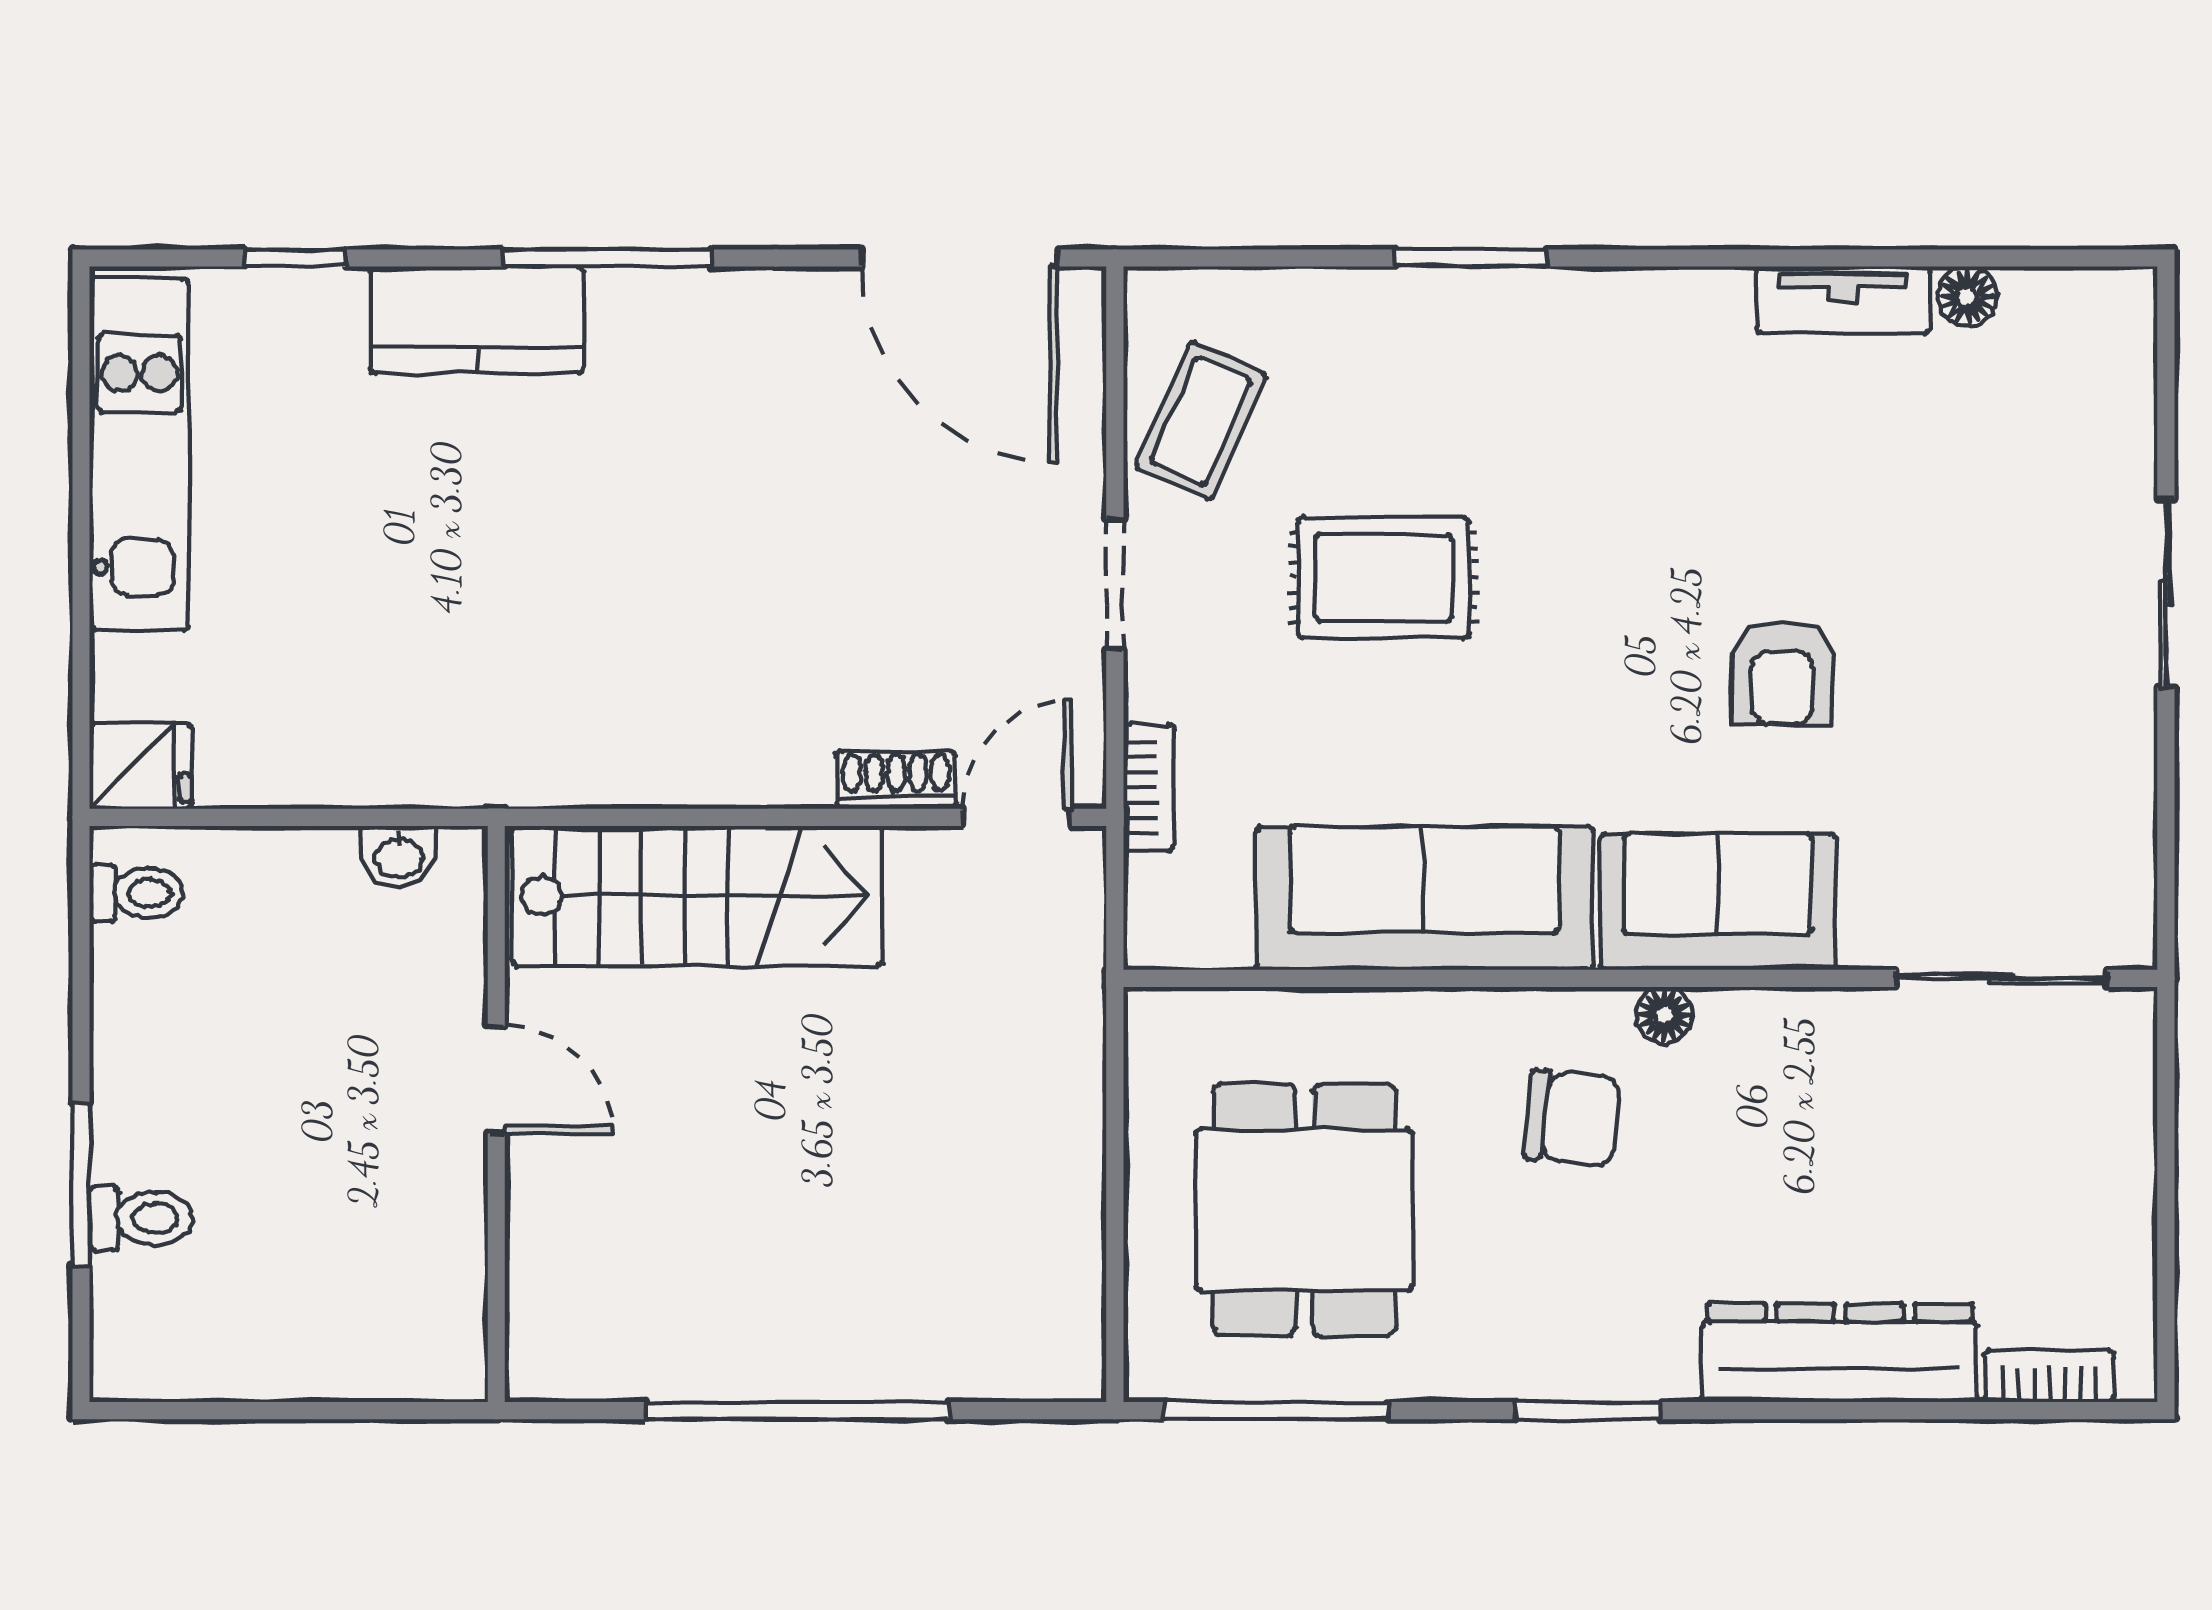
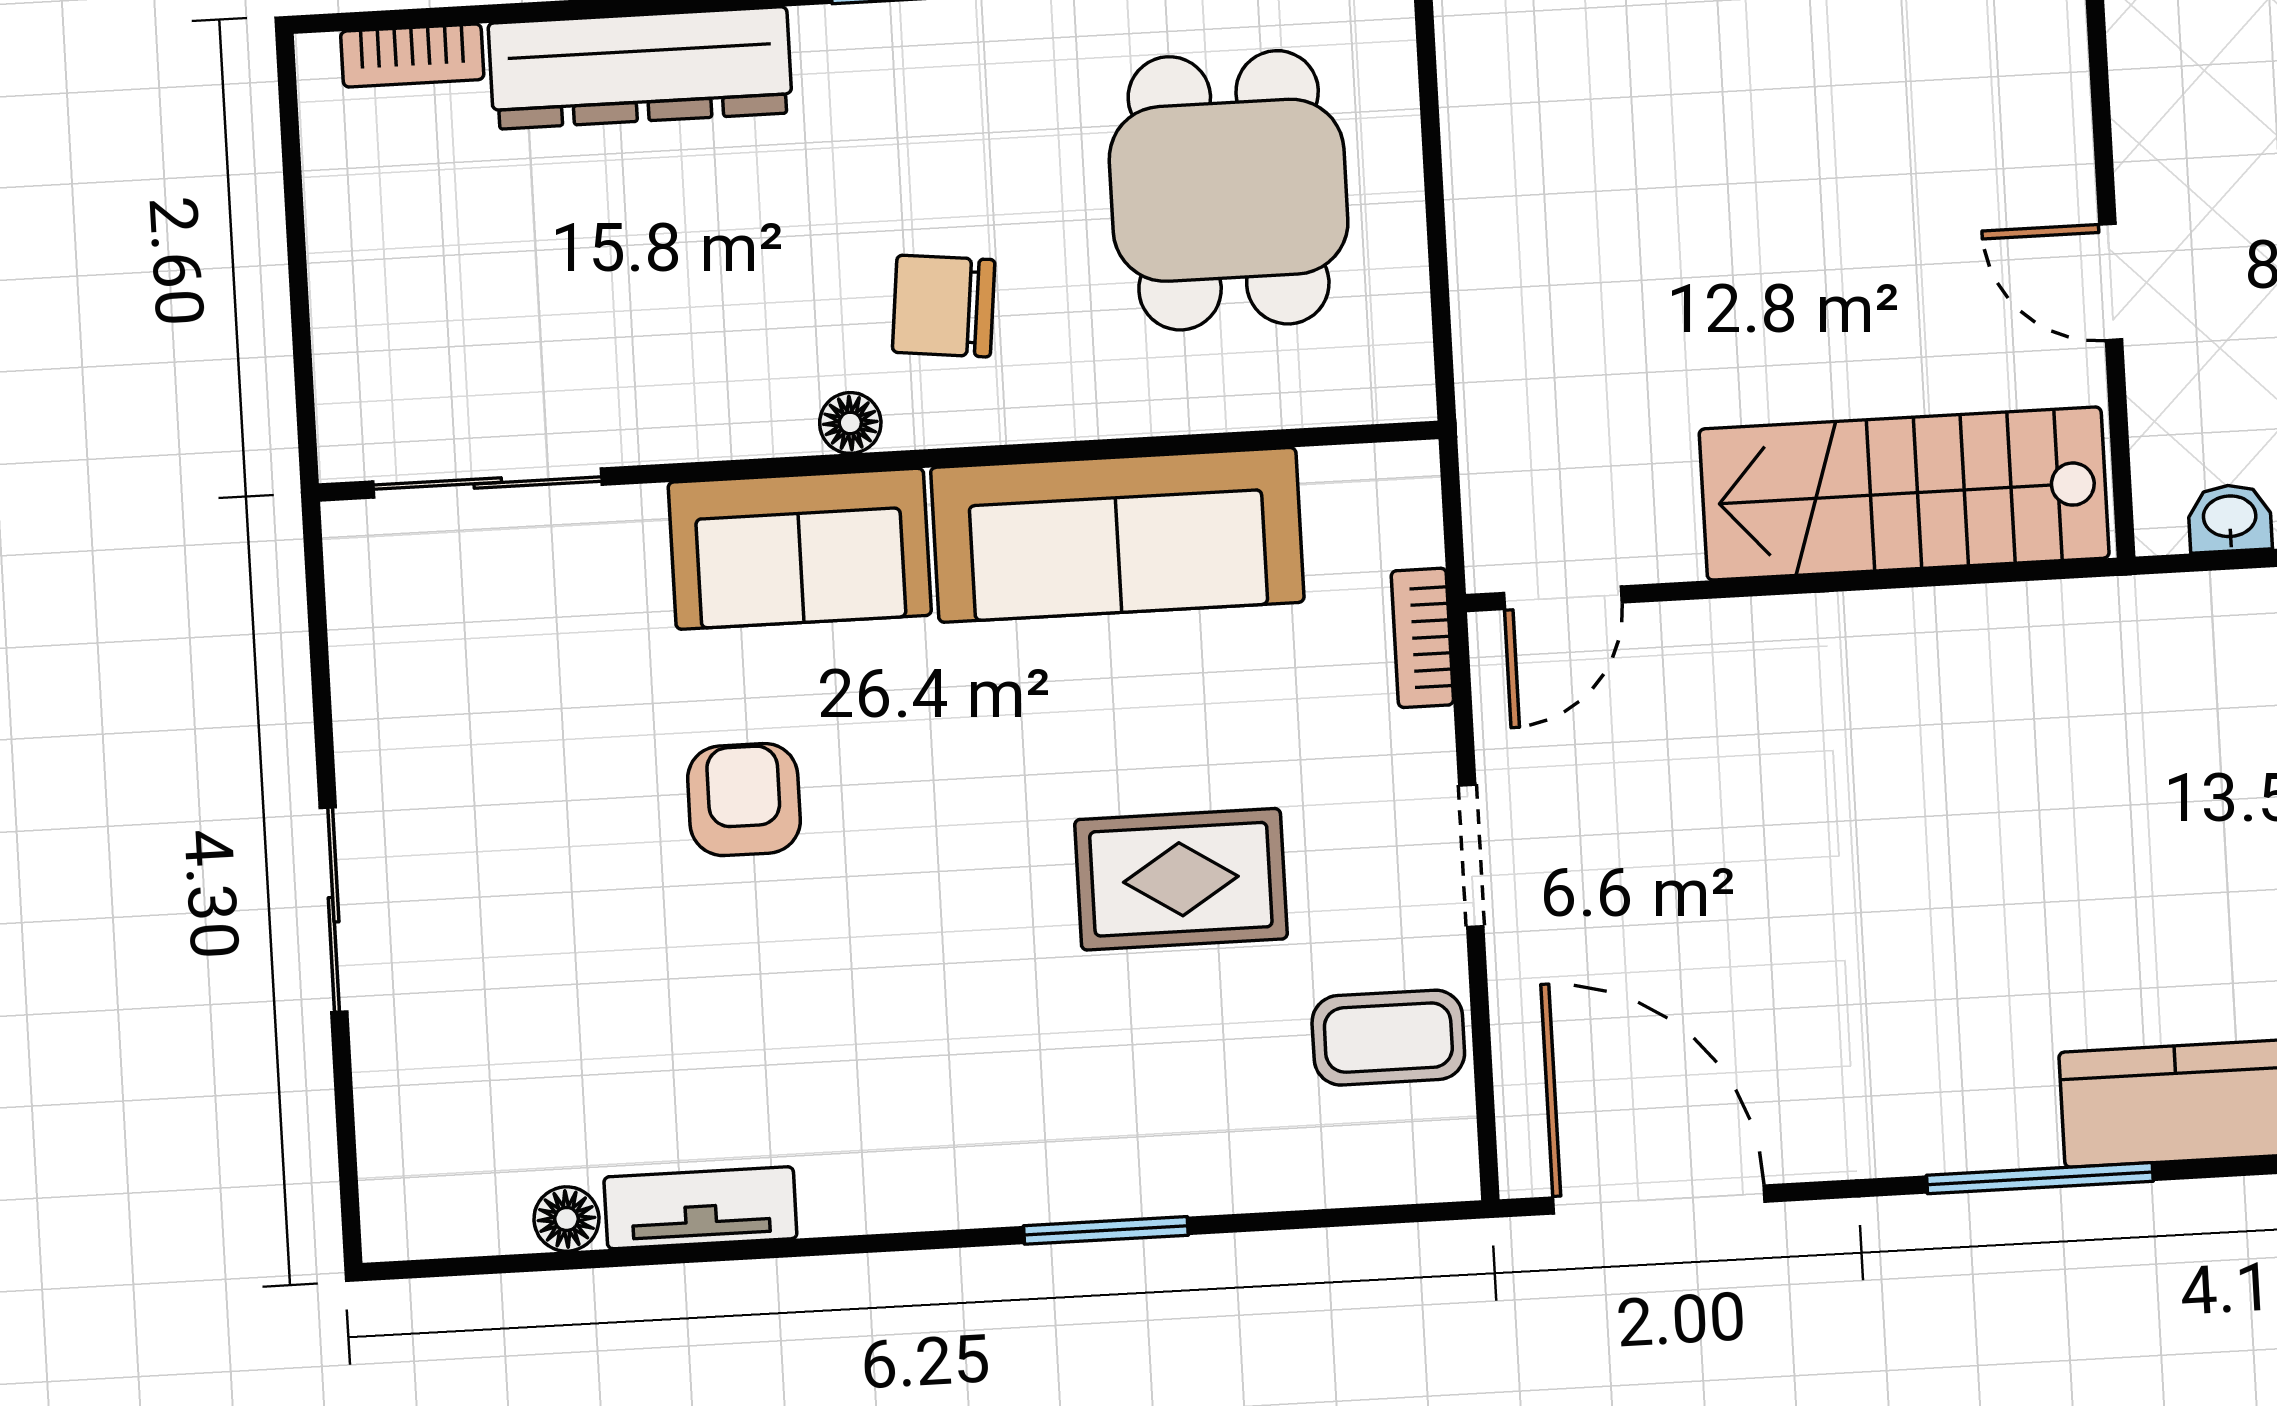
coffee table: (1201, 421) -> (1388, 1038), turned 66
shoe rack: (896, 780) -> (1696, 631), removed

